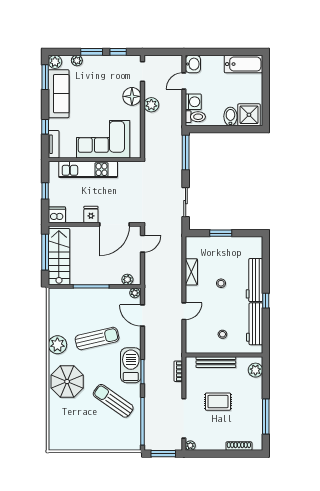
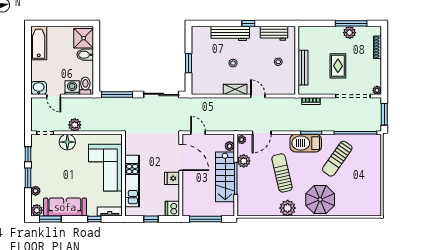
sliding door: (186, 202) -> (161, 94), width x1.37
stairs: (59, 257) -> (225, 177), moved, turned -90
shelving: (191, 272) -> (235, 89), moved
plant: (111, 295) -> (244, 161), added
workbench: (255, 324) -> (274, 33), width x0.73
plant: (255, 370) -> (350, 33), moved

